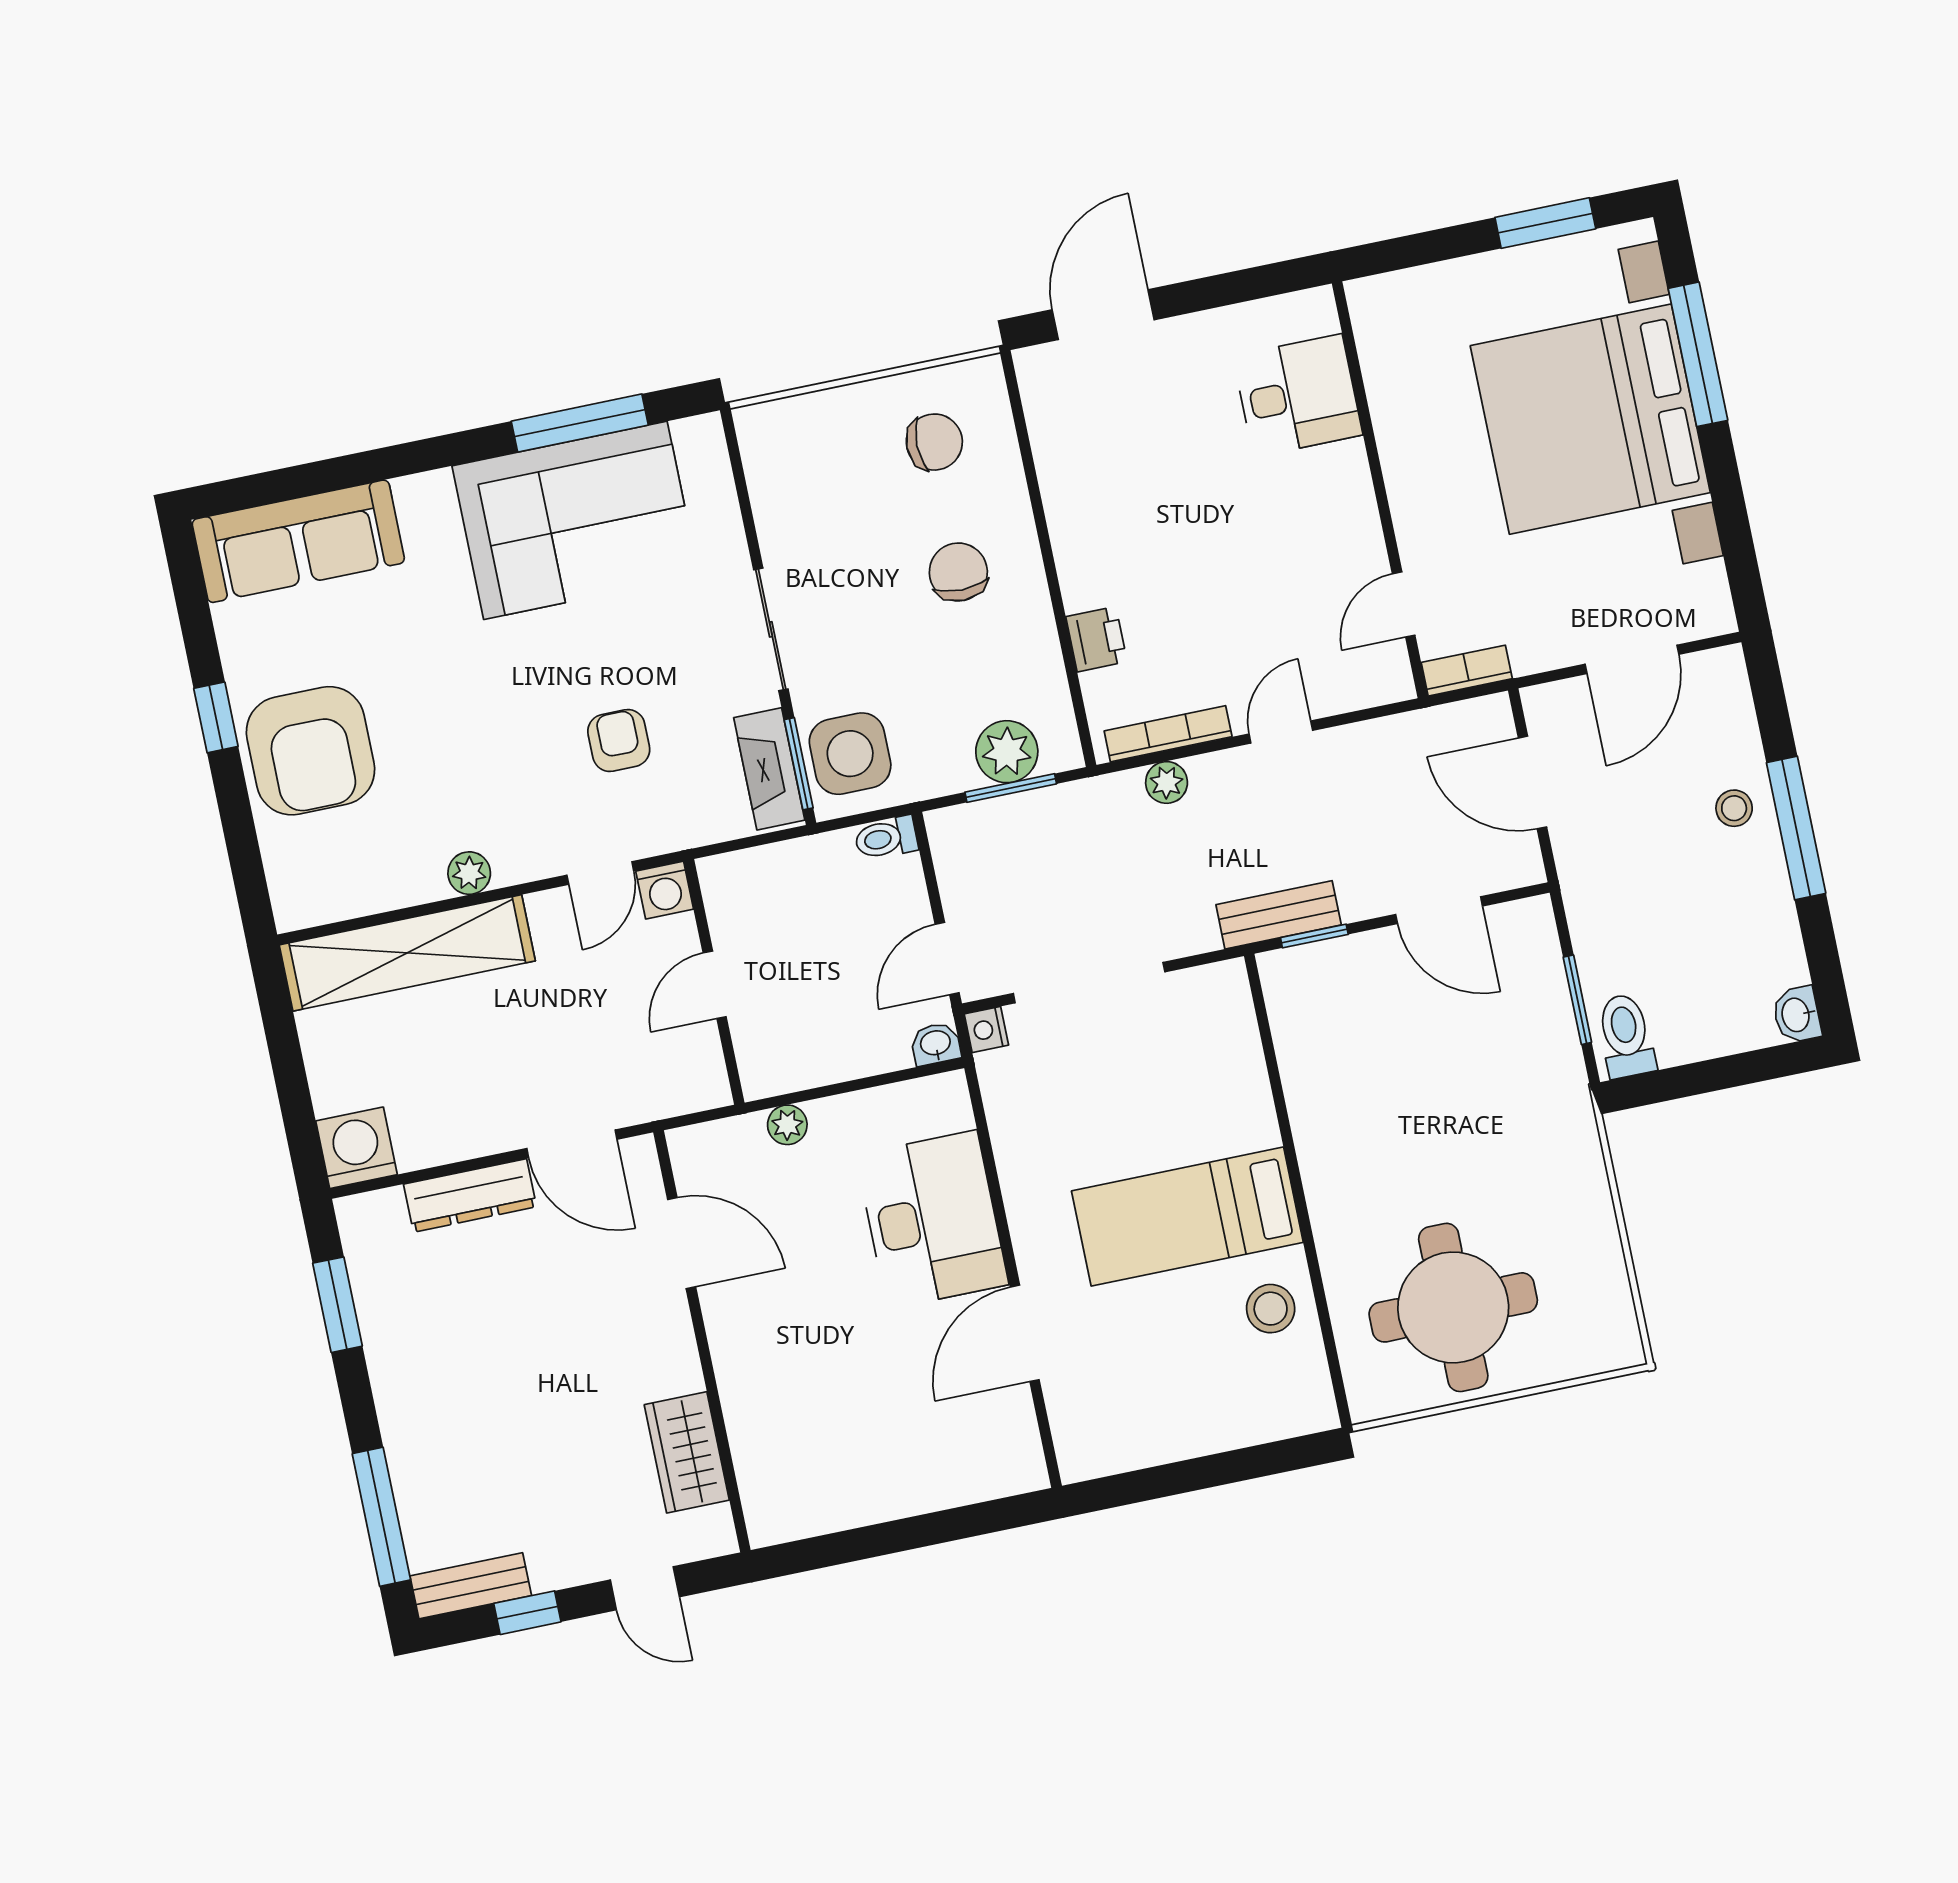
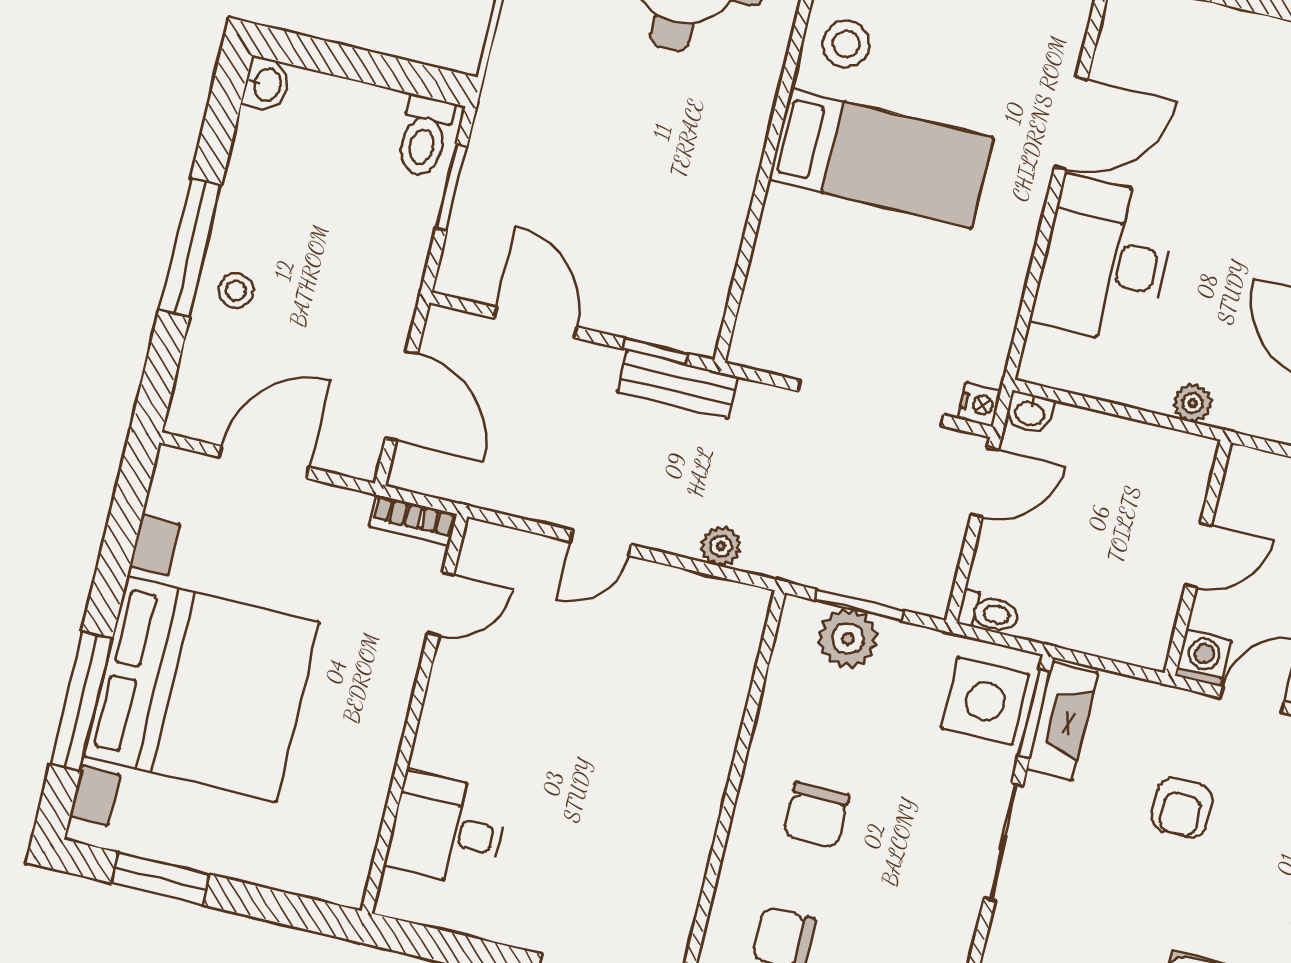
printer: (1096, 639) -> (723, 700), removed
bookcase: (1168, 734) -> (700, 588), removed

